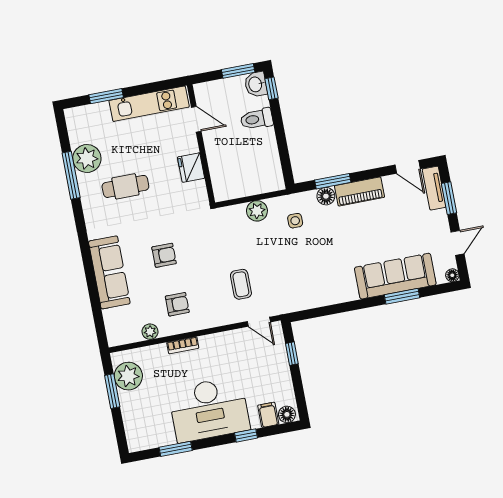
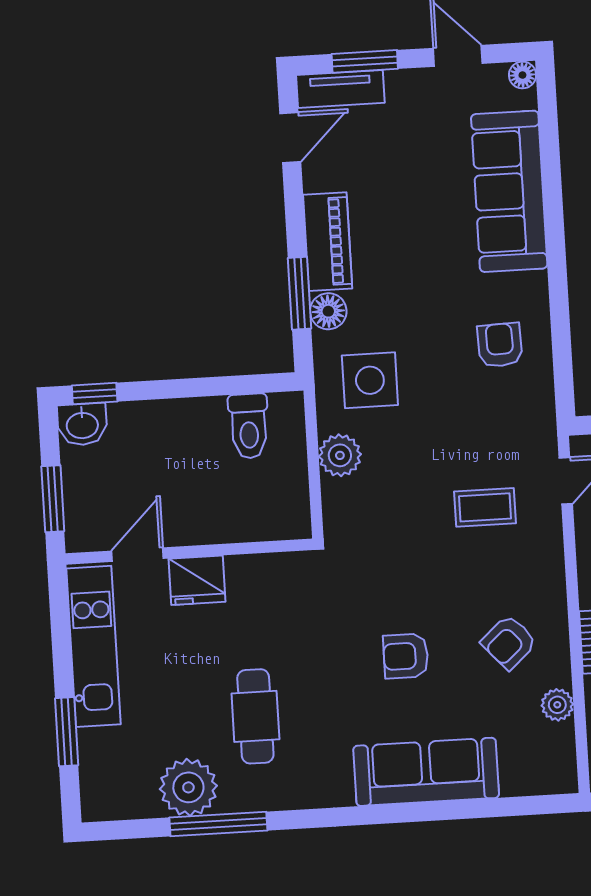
window: (238, 71) -> (53, 499), moved
toilet: (257, 119) -> (249, 426), moved
fridge: (191, 168) -> (197, 580), moved
side table: (295, 221) -> (370, 380), width x1.87, depth x1.87
armchair: (164, 255) -> (406, 656), turned -90
armchair: (320, 281) -> (500, 345), added
window: (402, 296) -> (552, 183), removed
armchair: (177, 304) -> (509, 642), turned -132

